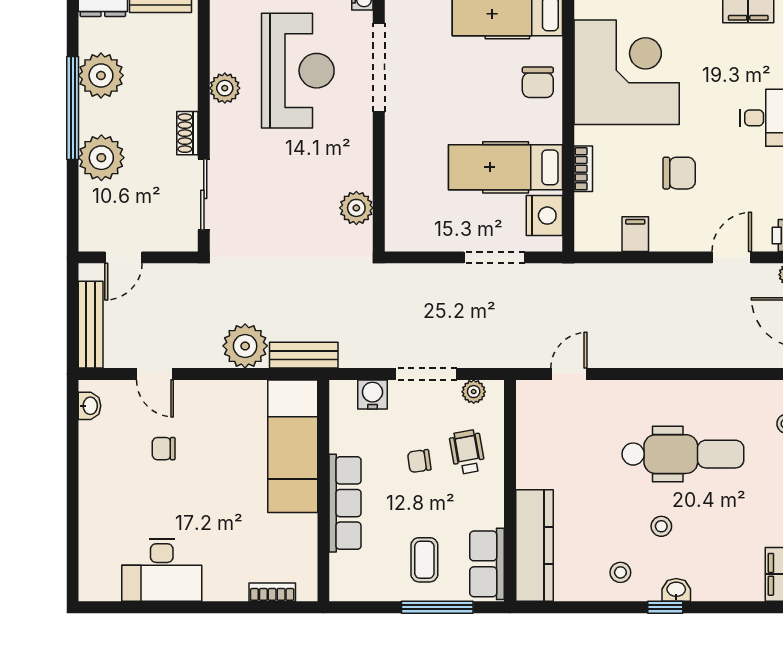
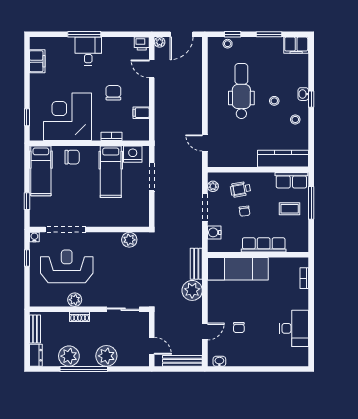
shoe rack: (187, 133) -> (80, 317), moved

